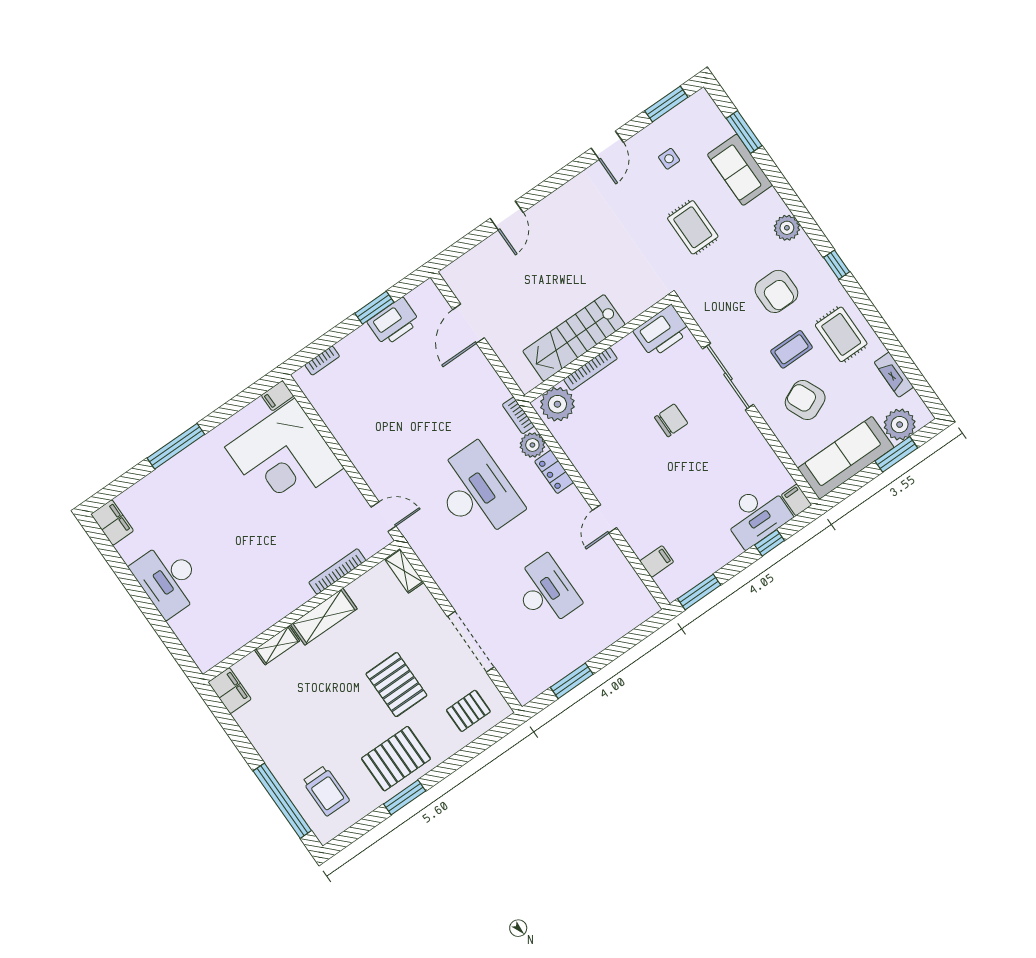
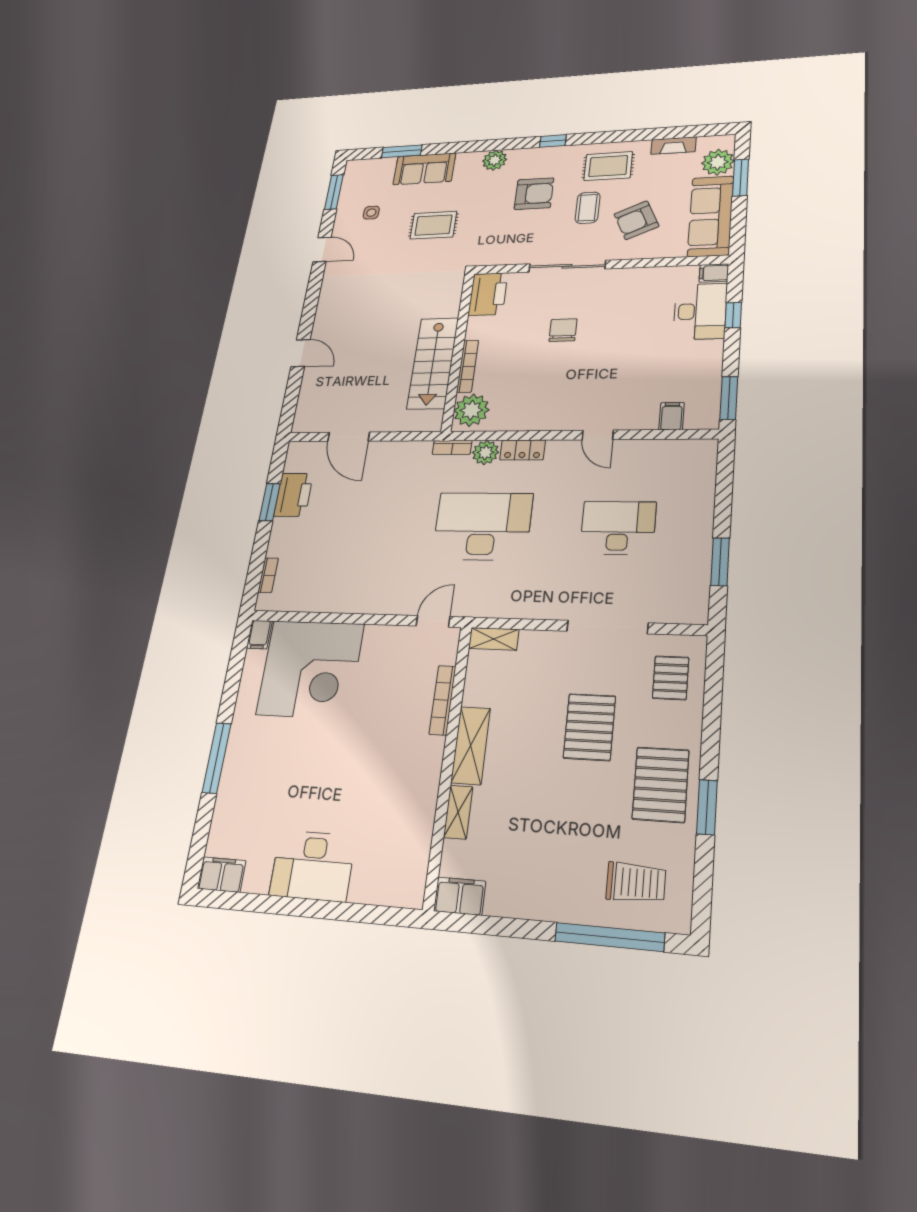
pallet: (396, 685) -> (589, 727), turned 90

